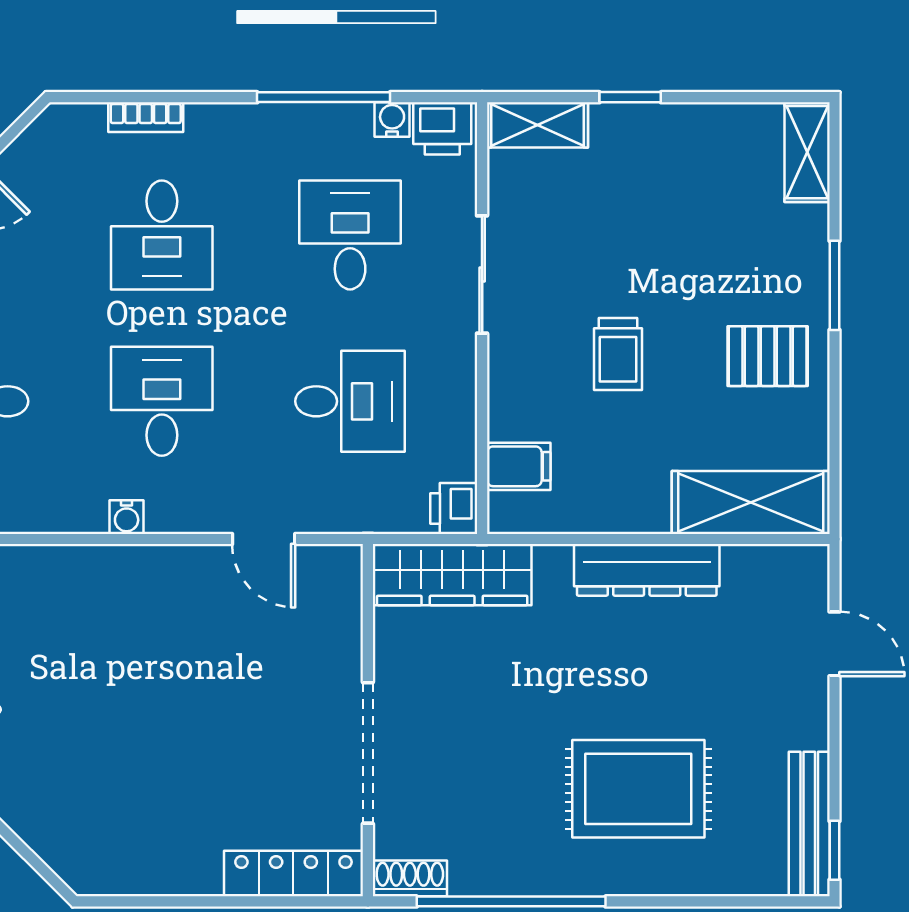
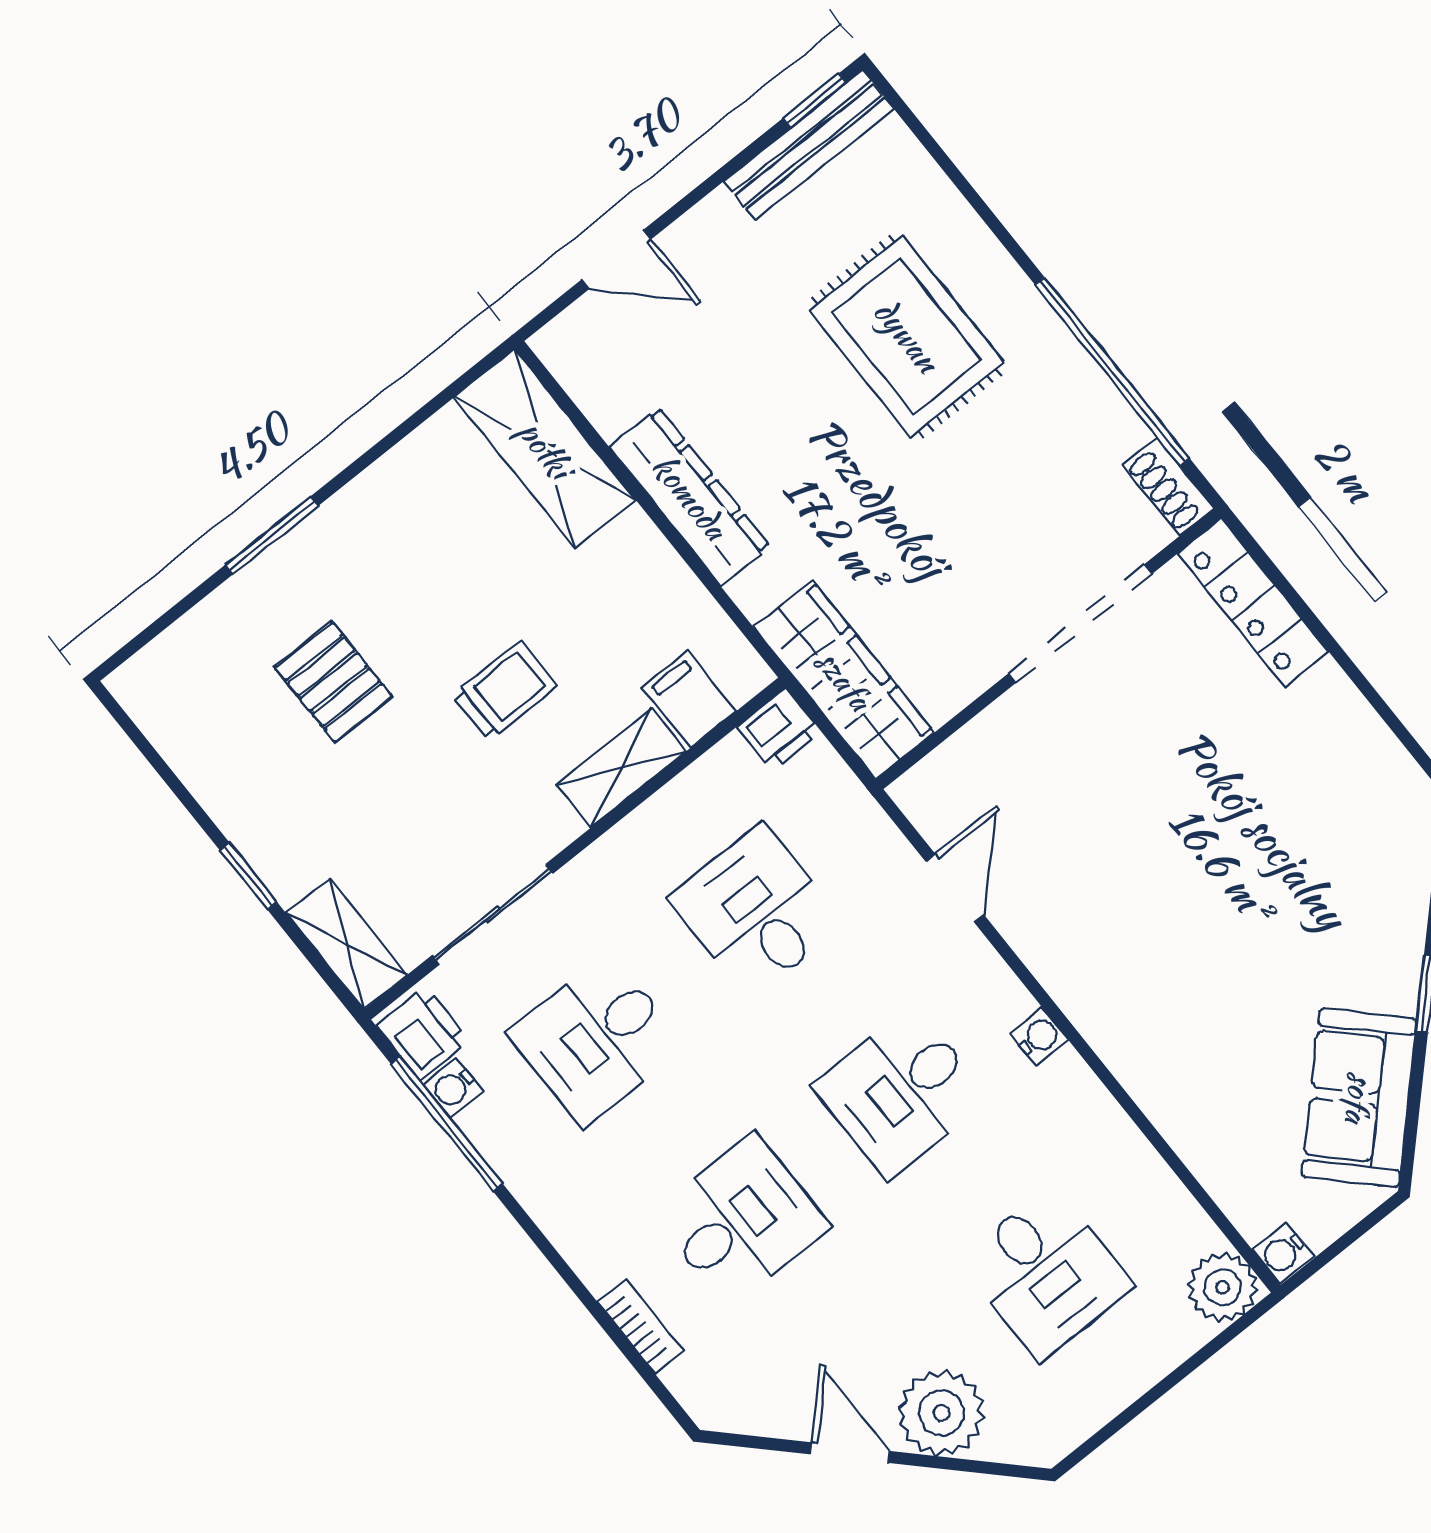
window: (324, 97) -> (447, 1124), moved
shelving: (807, 152) -> (621, 768), moved
sliding door: (482, 275) -> (493, 914), moved
pallet: (768, 356) -> (334, 682), moved
door: (835, 644) -> (616, 259), swing flipped

